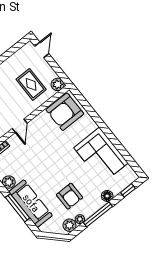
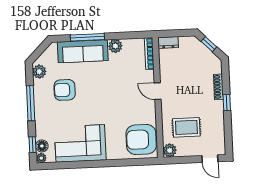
armchair: (65, 112) -> (141, 140), turned -90
floor lamp: (107, 196) -> (42, 146), moved
plant: (80, 219) -> (41, 158), moved

